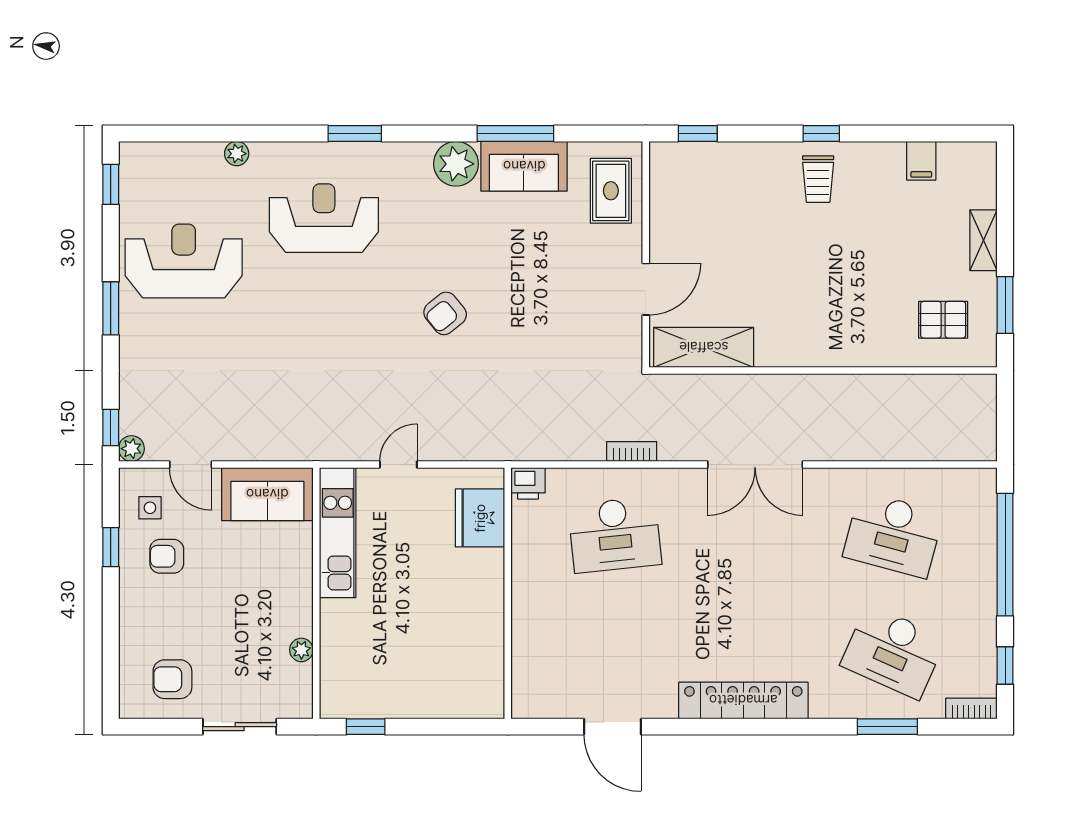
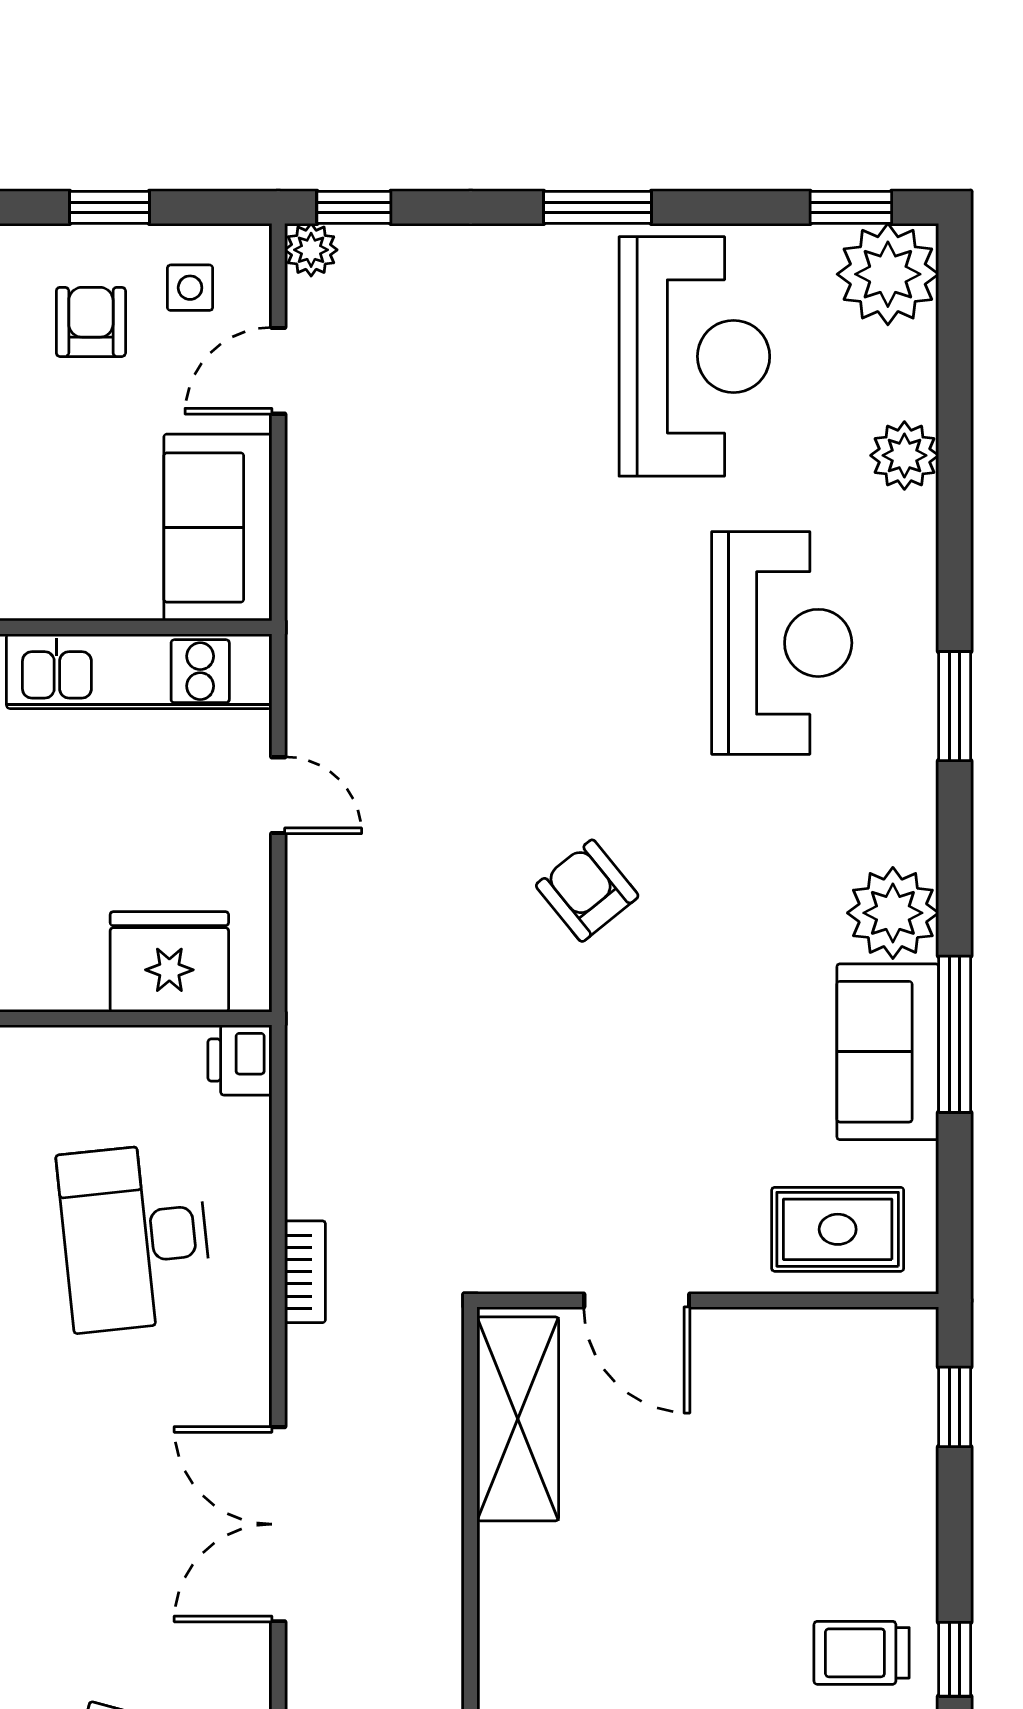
plant: (237, 154) -> (904, 455), width x1.38, depth x1.38
plant: (143, 166) -> (888, 274), added

